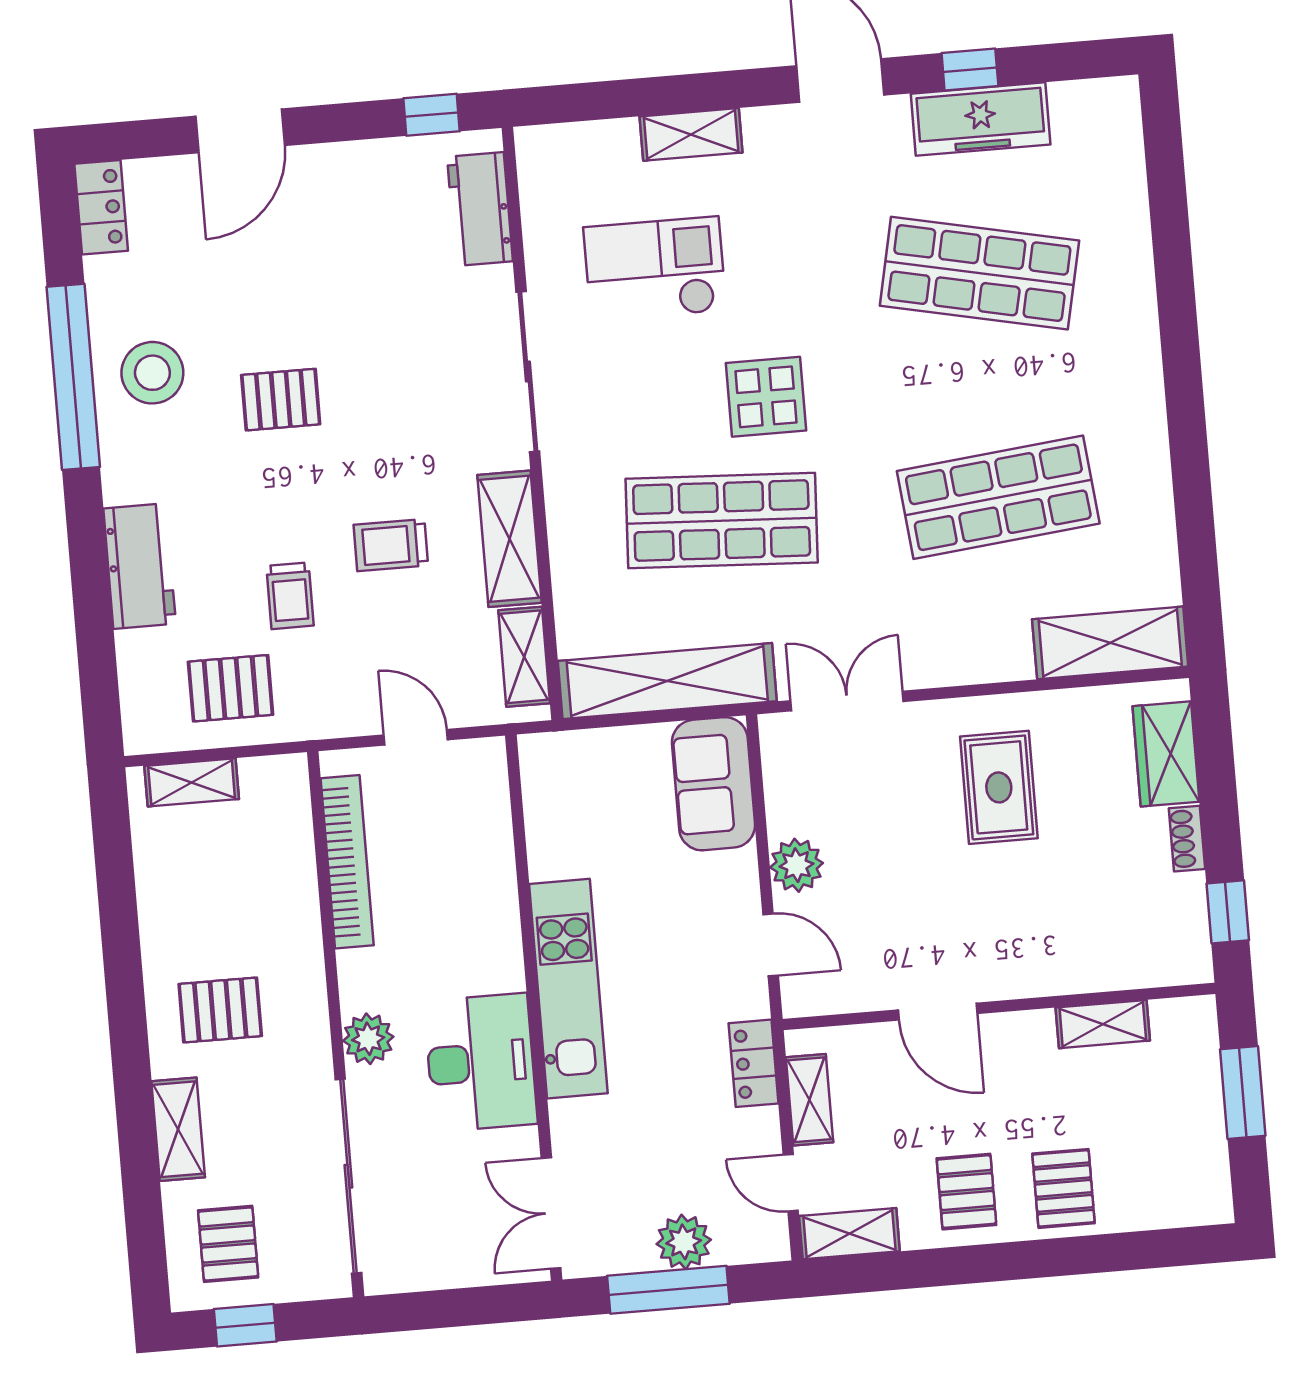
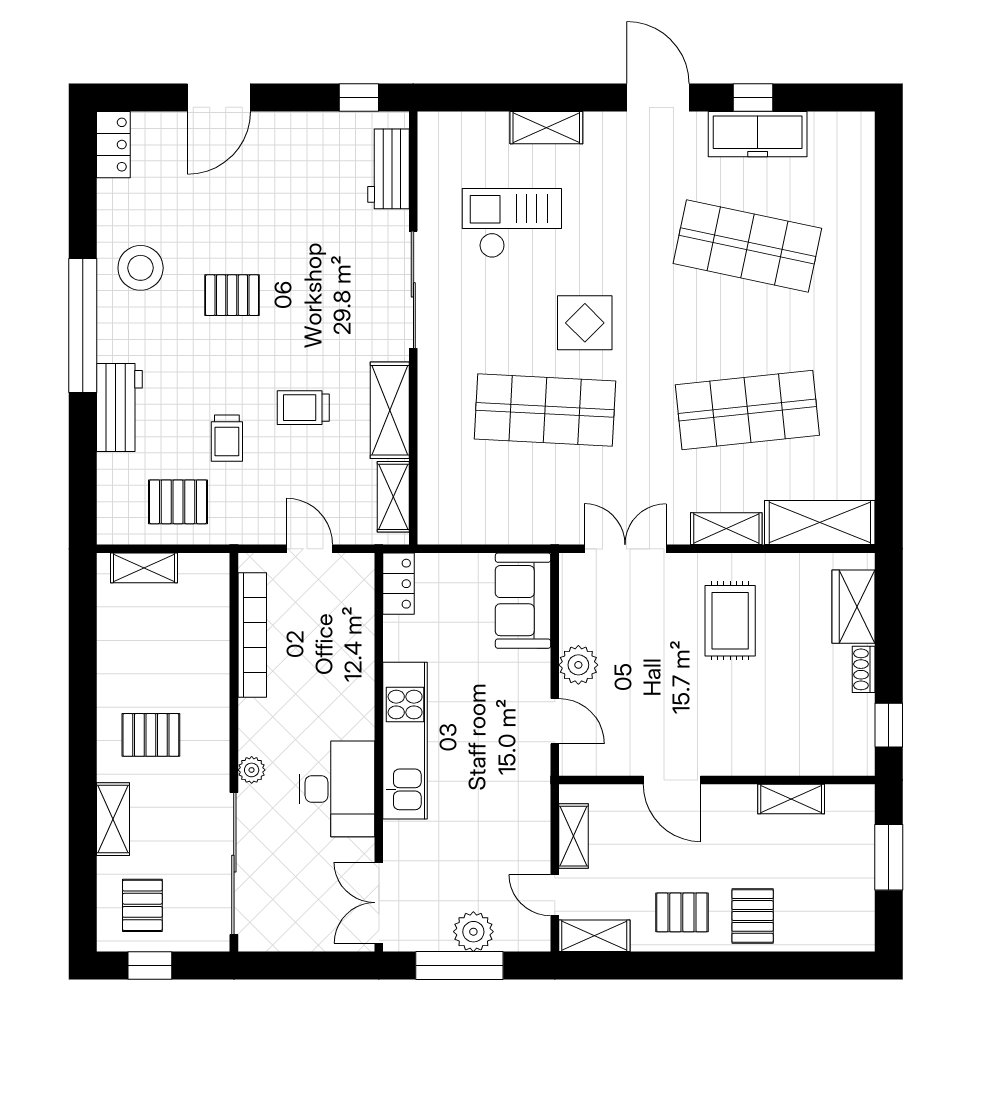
window: (73, 377) -> (83, 325), moved
shelving: (667, 681) -> (726, 529), moved, width x0.45, depth x0.75
plant: (368, 1039) -> (252, 770), width x0.73, depth x0.73
locker: (754, 1063) -> (398, 584), moved, turned 180
pallet: (966, 1192) -> (682, 912), turned 90

